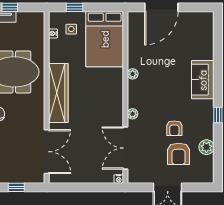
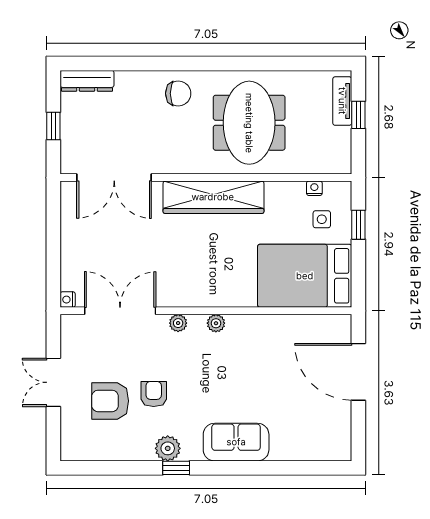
plant: (133, 74) -> (216, 323), moved
armchair: (174, 128) -> (154, 394), turned 90
plant: (206, 147) -> (168, 448), moved

